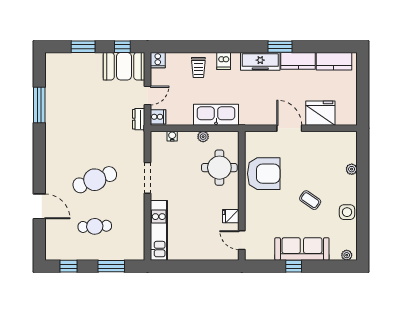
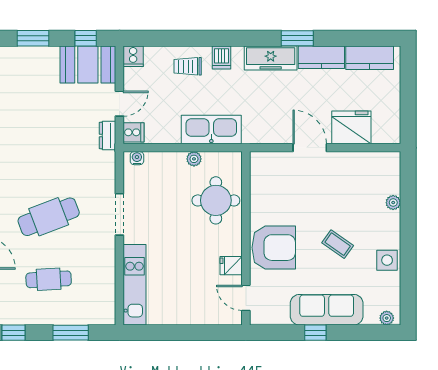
trolley: (198, 68) -> (188, 66), turned 90
water cooler: (172, 136) -> (137, 158), moved
armchair: (264, 174) -> (274, 248), moved

